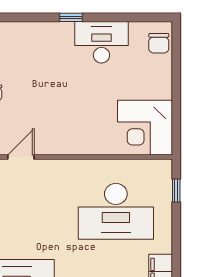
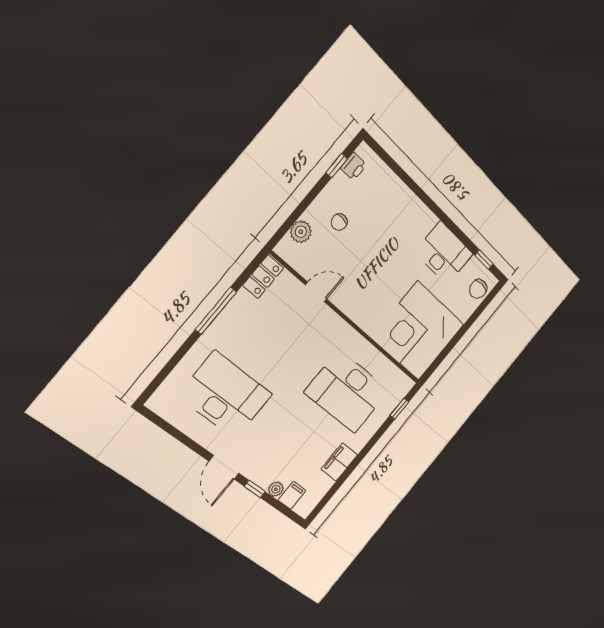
window: (71, 17) -> (484, 260), moved
corner desk: (145, 128) -> (418, 331), width x1.36, depth x1.36

